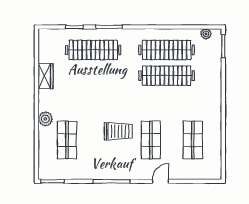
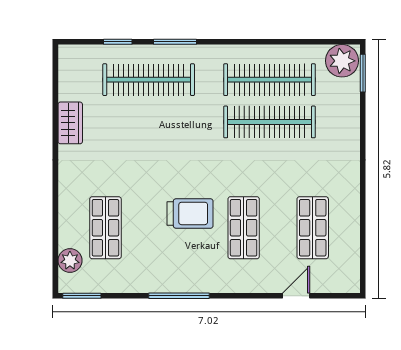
plant: (206, 34) -> (342, 61), width x1.88, depth x1.88
plant: (45, 119) -> (70, 260), moved
door: (161, 181) -> (296, 296), moved

